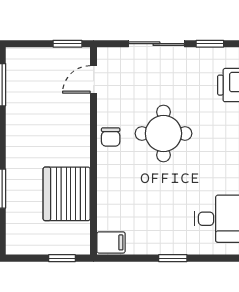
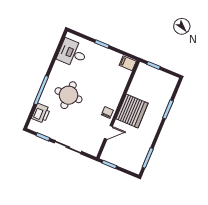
door: (93, 79) -> (108, 132), moved
round table: (163, 133) -> (69, 95), moved
server rack: (67, 194) -> (132, 111), moved

